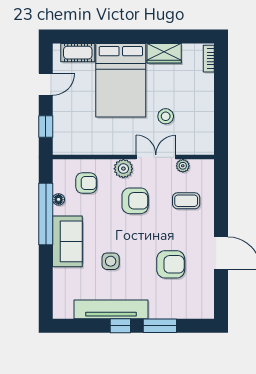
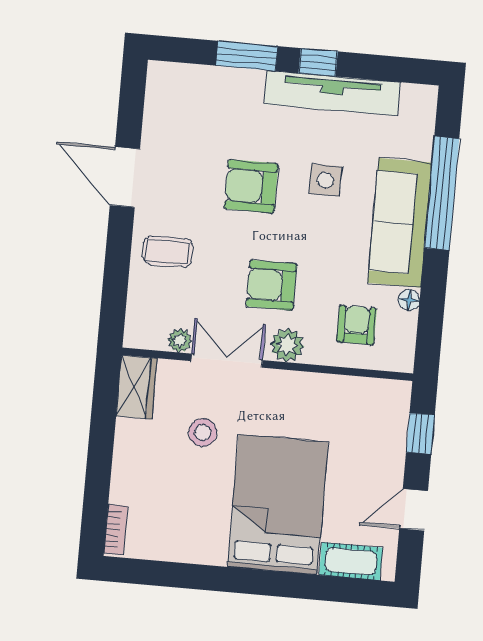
wardrobe: (164, 53) -> (137, 387), moved, turned 90
double door: (156, 157) -> (227, 361), swing flipped
armchair: (86, 183) -> (357, 325), turned 90
coffee table: (186, 201) -> (168, 251), moved
window: (46, 214) -> (442, 193), moved
sofa: (67, 241) -> (400, 223), width x1.36
armchair: (171, 264) -> (251, 186), moved

